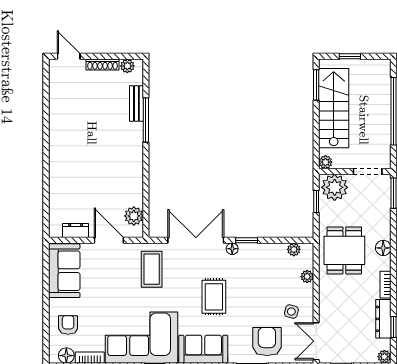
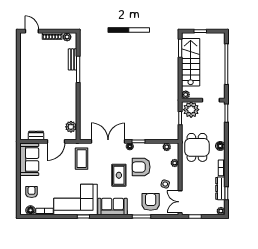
door: (109, 240) -> (56, 141), swing flipped
armchair: (251, 283) -> (141, 167), added

